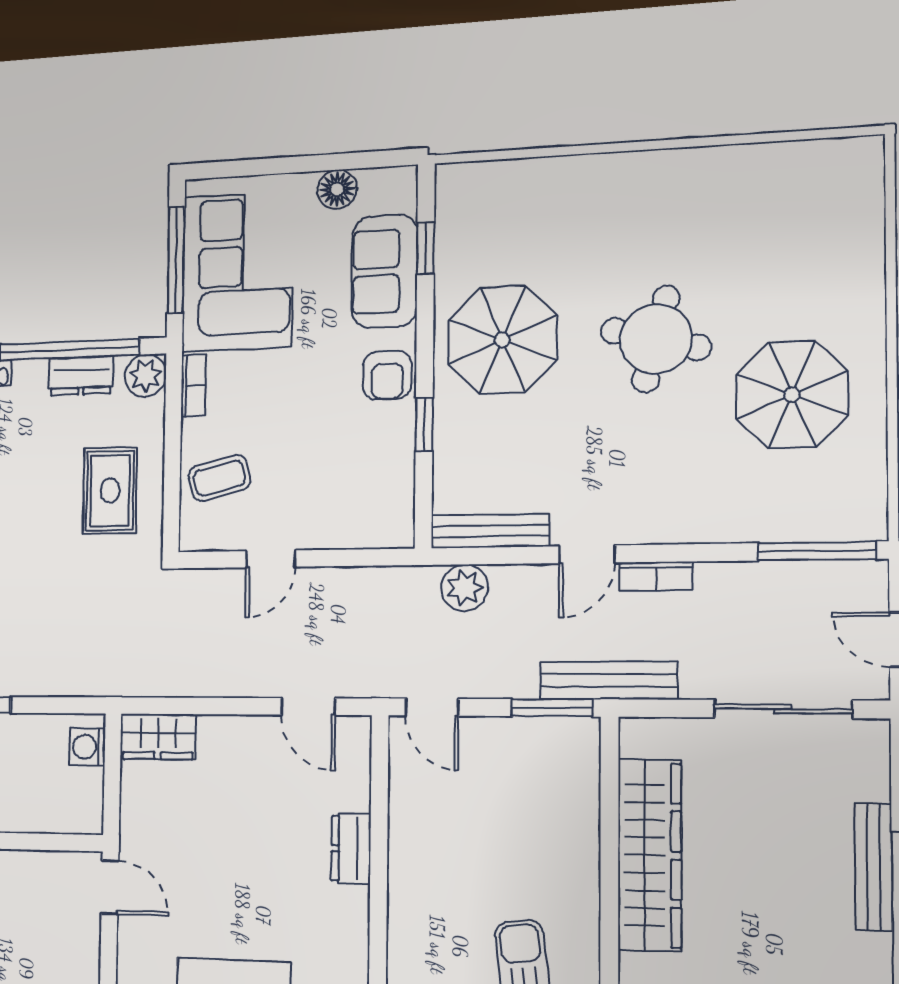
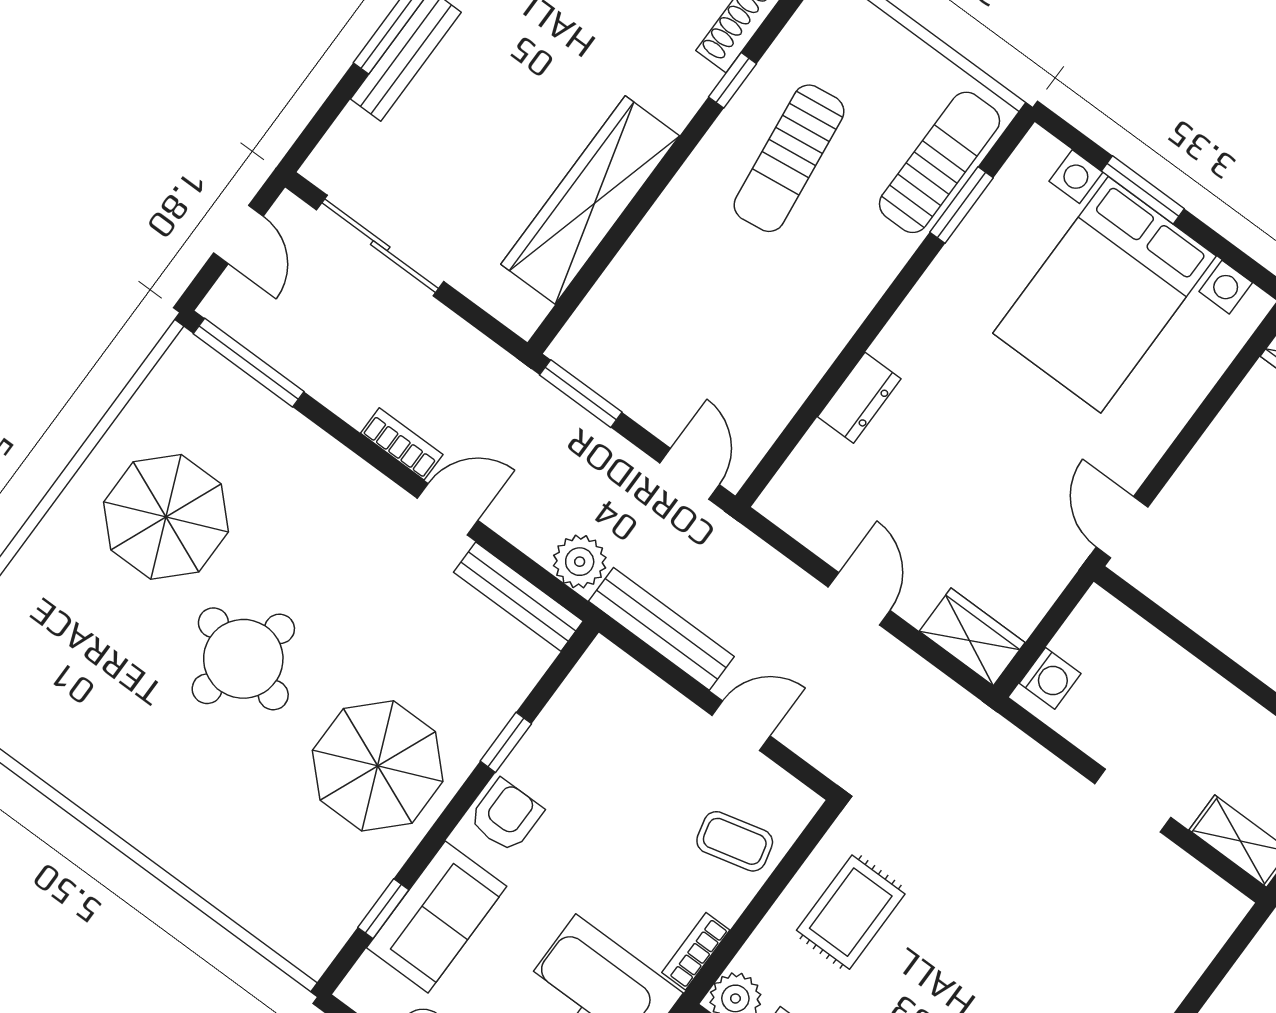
bench: (608, 681) -> (661, 629), moved
door: (308, 707) -> (859, 599), moved

